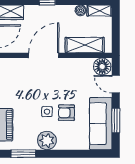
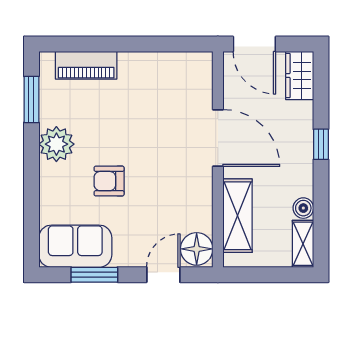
side table: (47, 112) -> (111, 144), removed
armchair: (66, 113) -> (109, 181), turned -90
sofa: (101, 124) -> (75, 246), width x0.73

